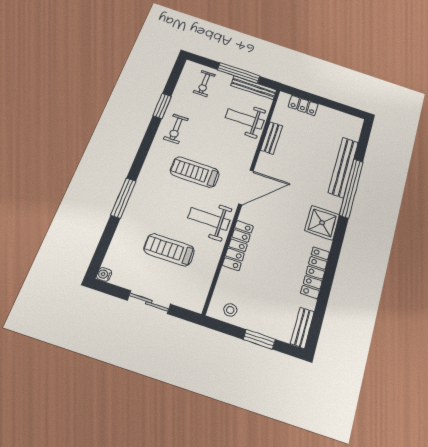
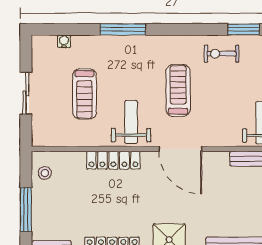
treadmill: (169, 250) -> (85, 94), turned 180
water cooler: (104, 274) -> (64, 41), moved
window: (259, 339) -> (26, 209), width x1.44

